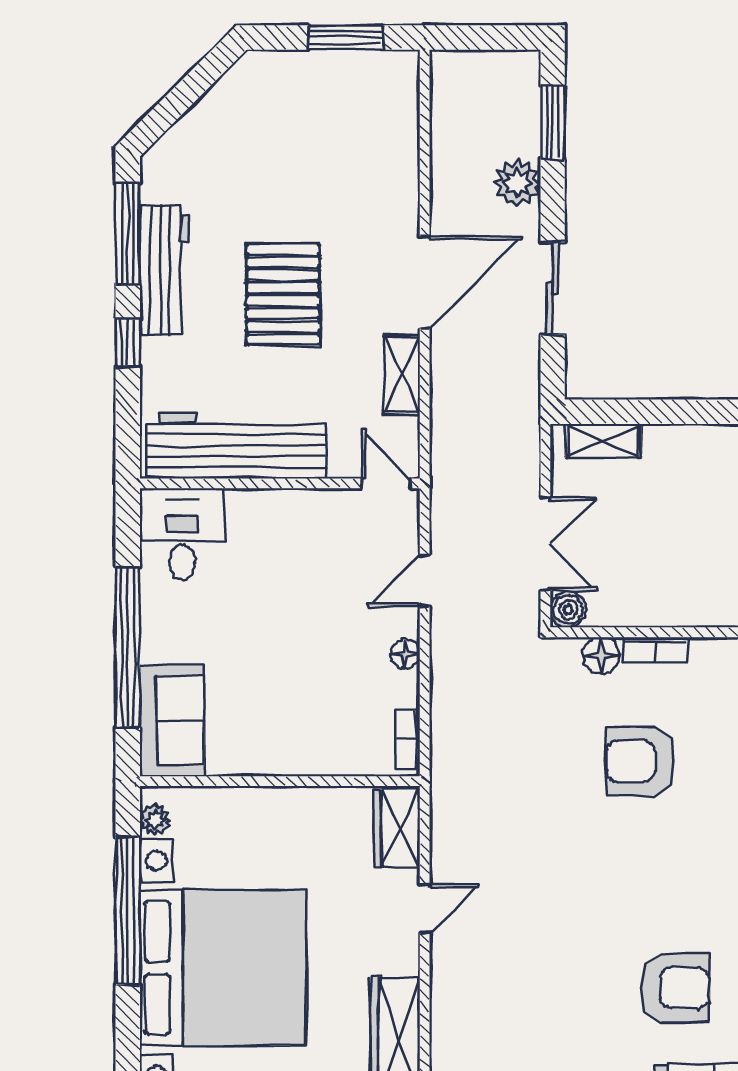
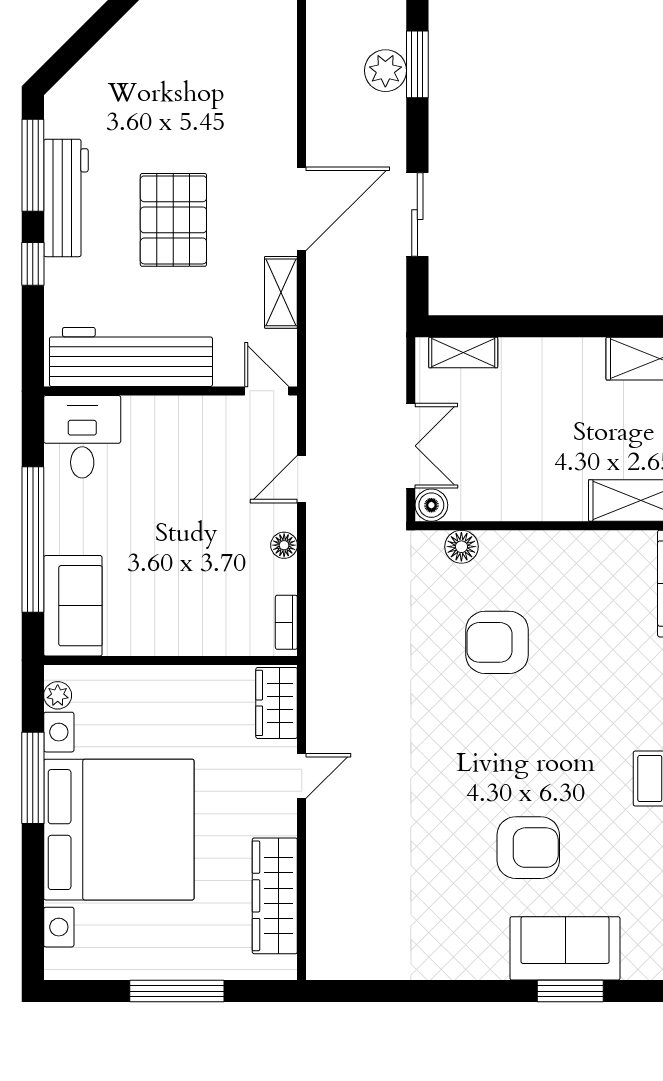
plant: (517, 183) -> (385, 71), moved
bookcase: (655, 650) -> (510, 542), removed
window: (128, 911) -> (33, 778), width x0.68

